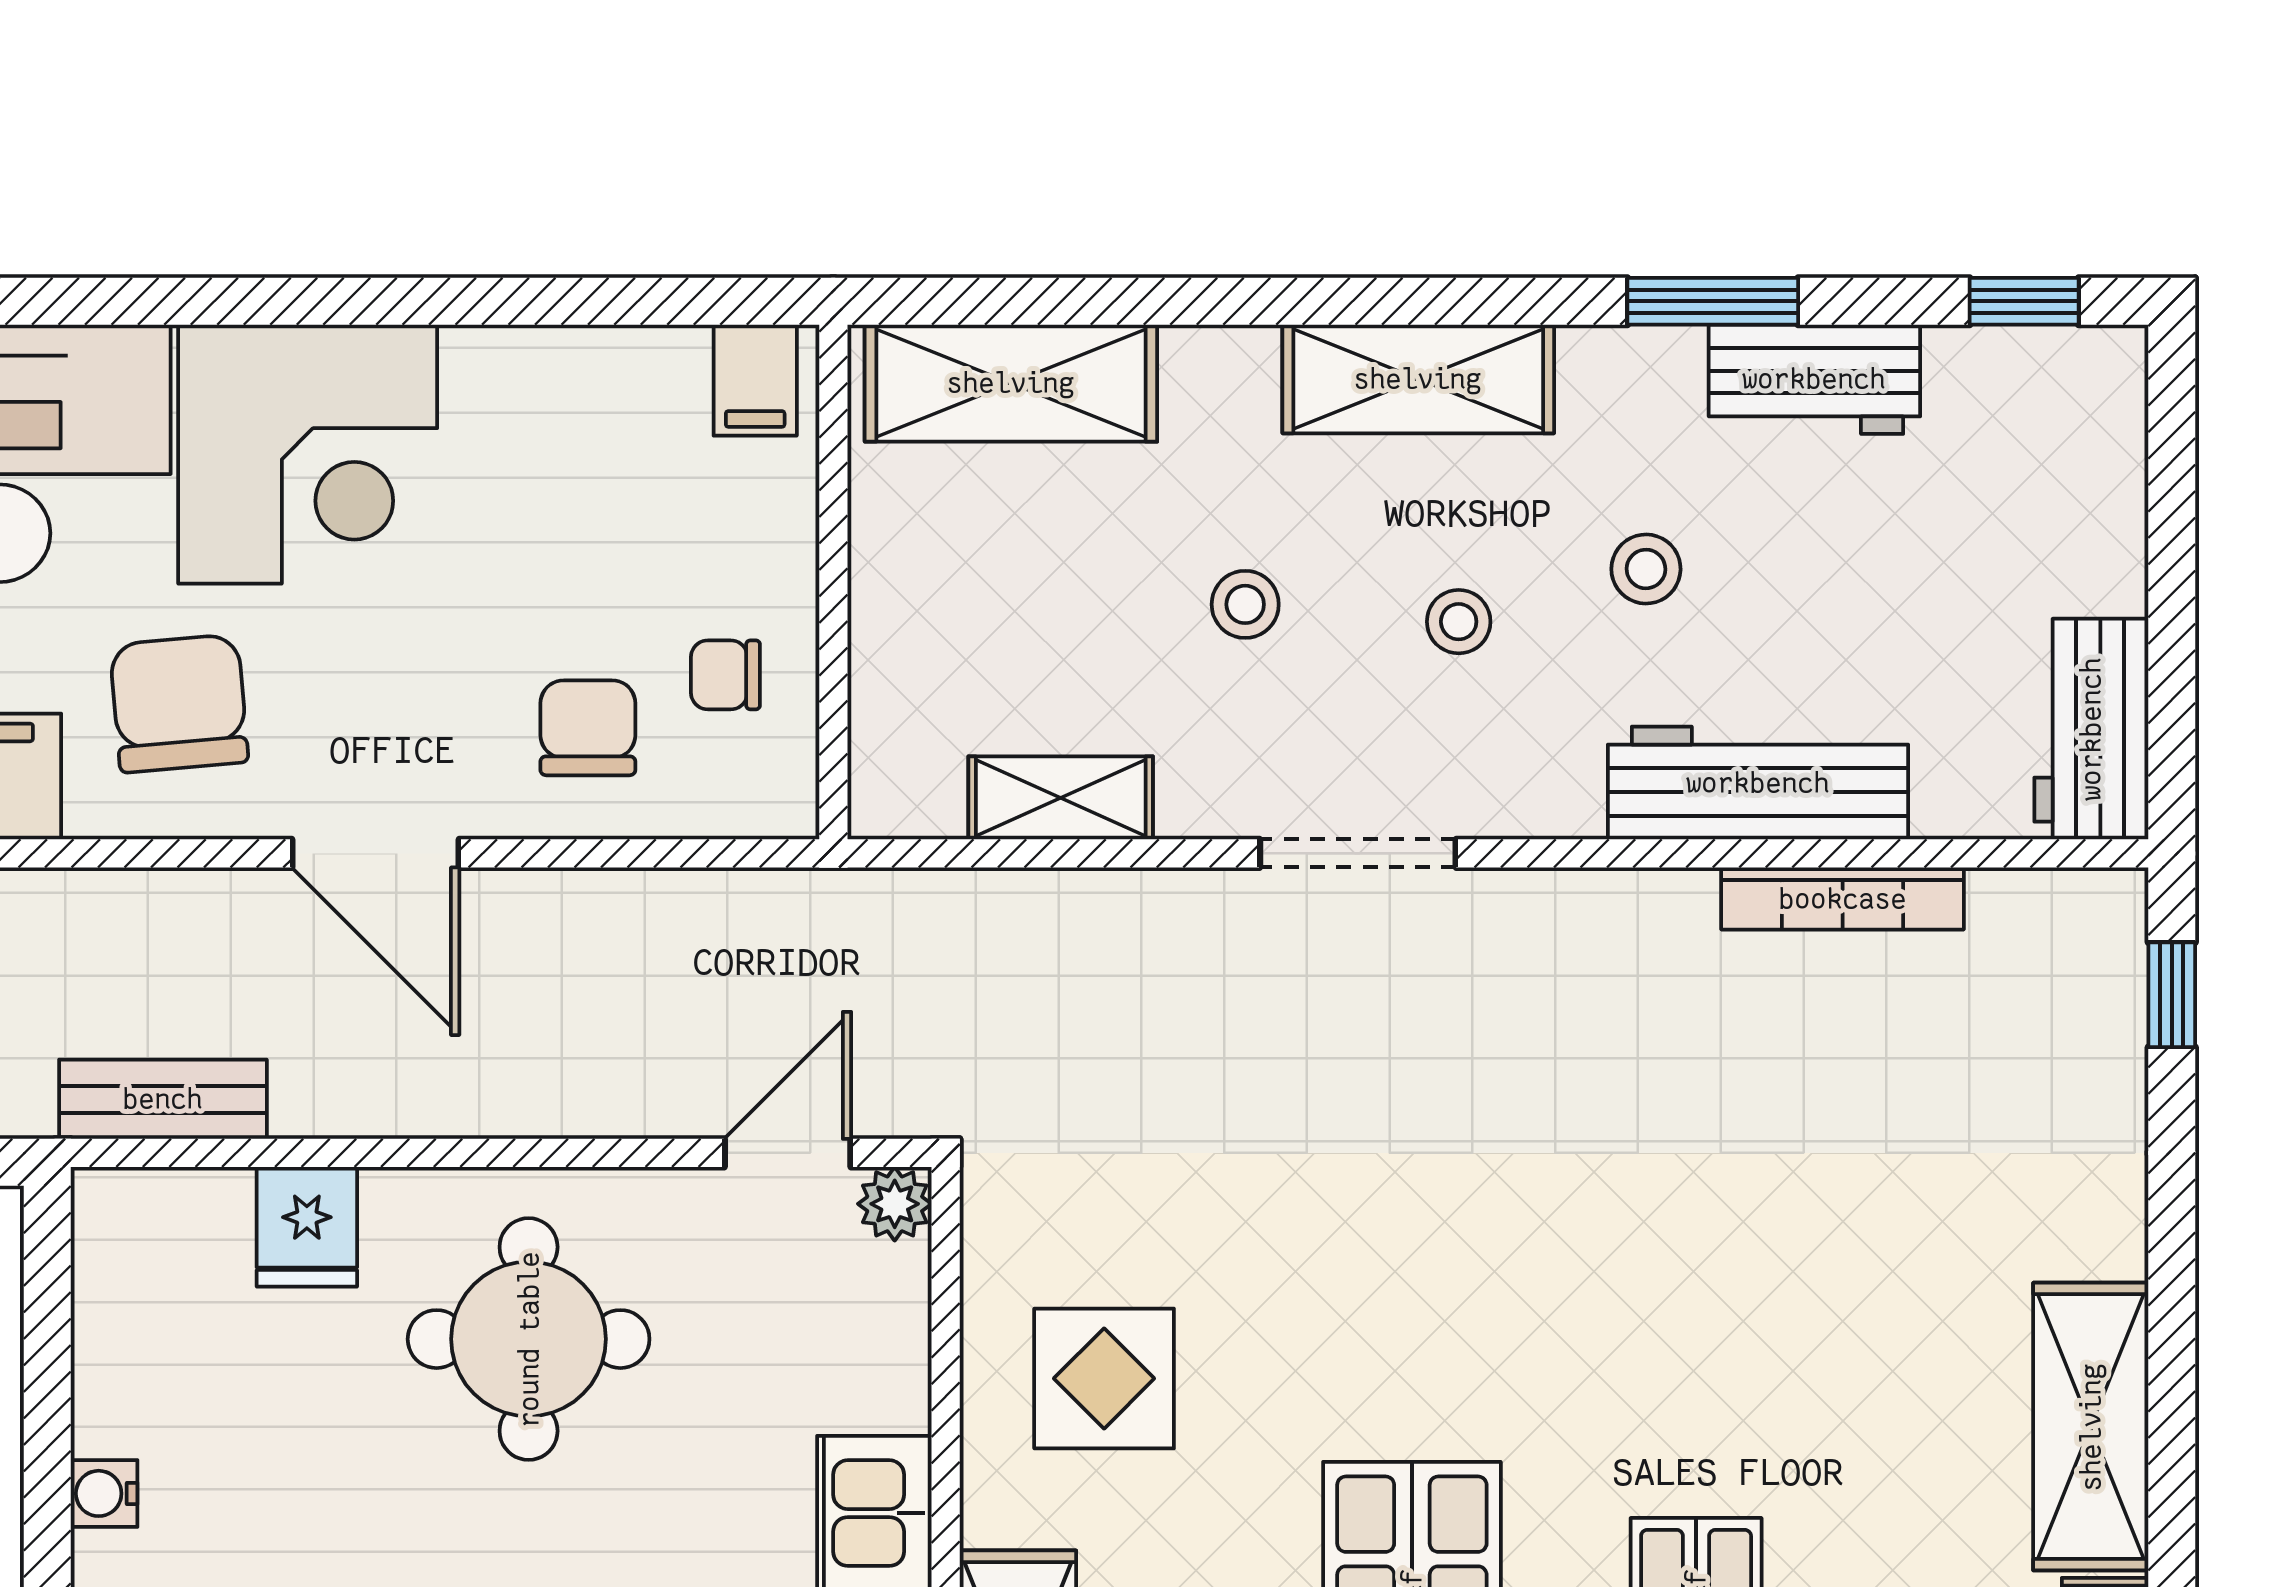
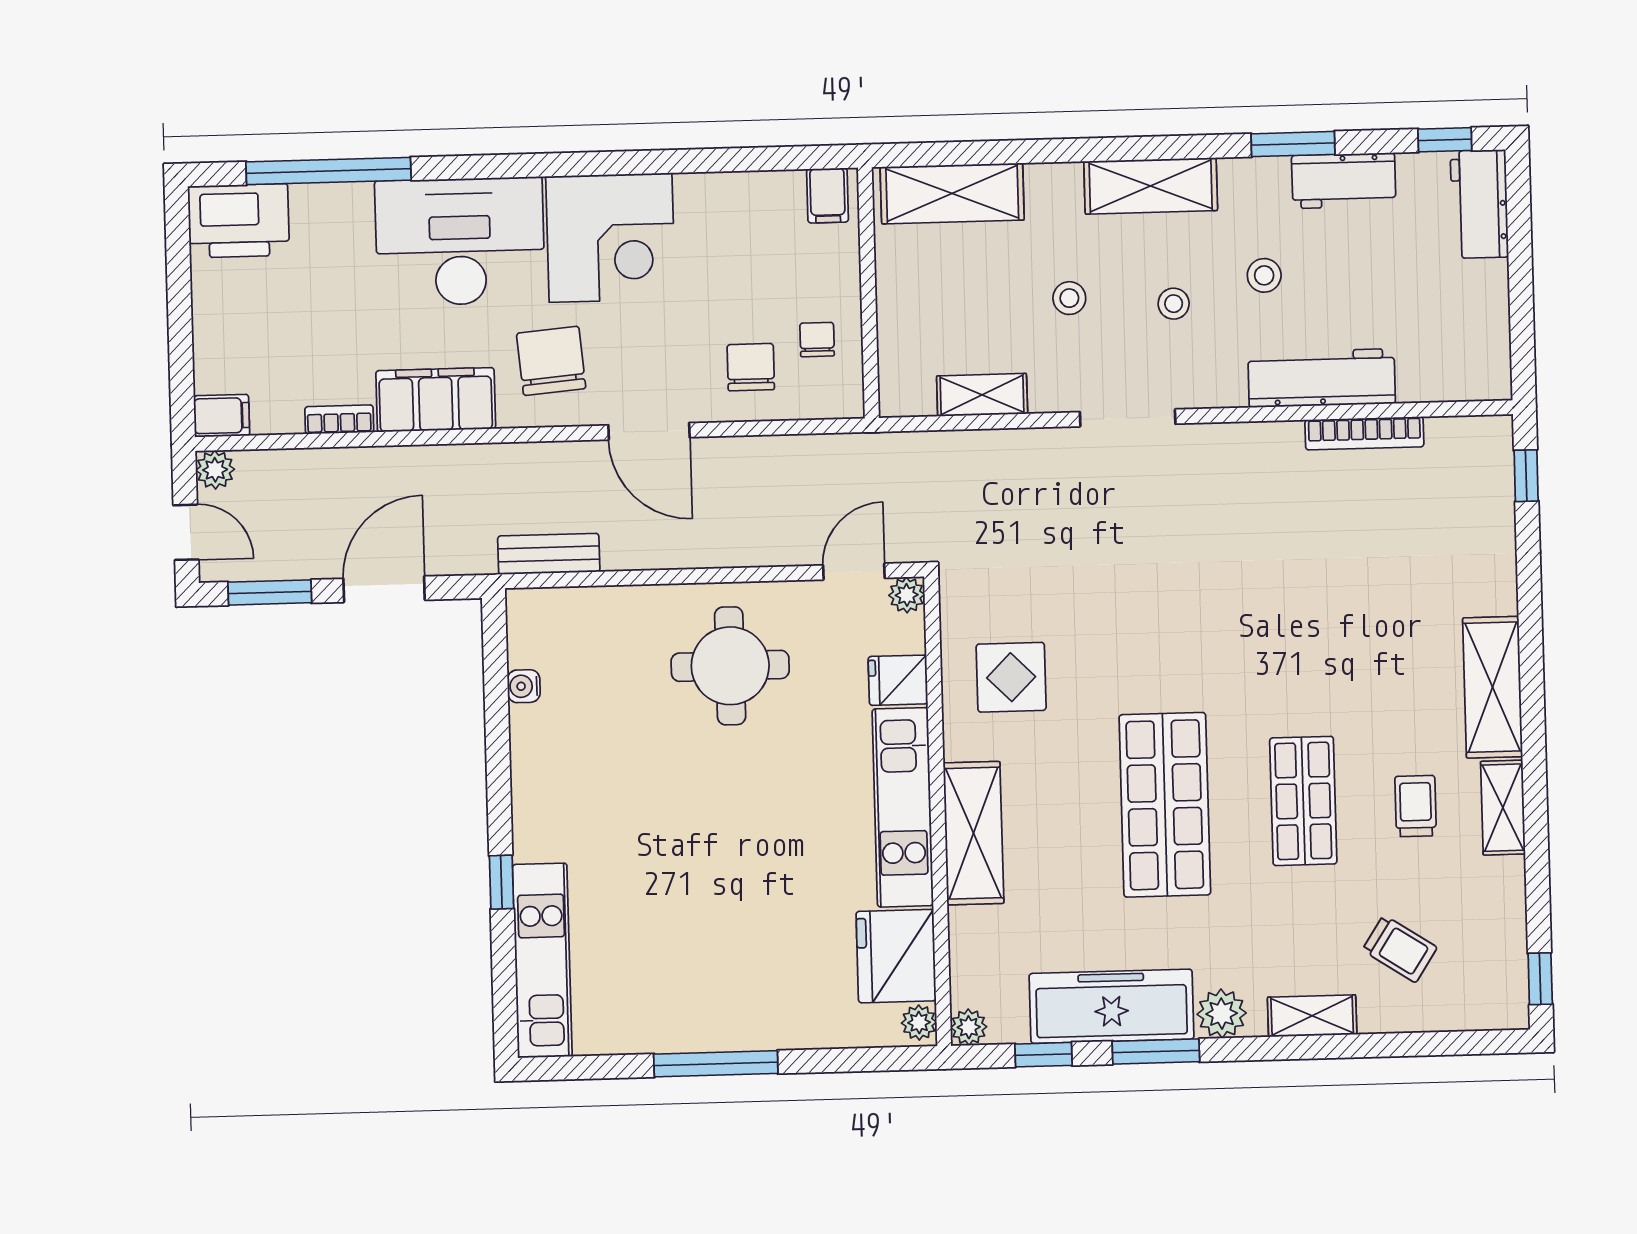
chair: (725, 675) -> (817, 340), turned 90
workbench: (2091, 729) -> (1479, 204), moved
fridge: (307, 1227) -> (898, 680), moved, turned 90
water cooler: (104, 1493) -> (524, 686), moved

